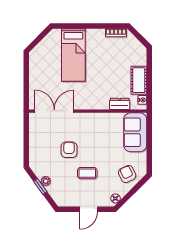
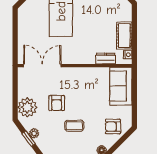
armchair: (69, 150) -> (57, 103), turned 180
plant: (39, 154) -> (27, 107), added
armchair: (127, 174) -> (113, 127), turned -65

